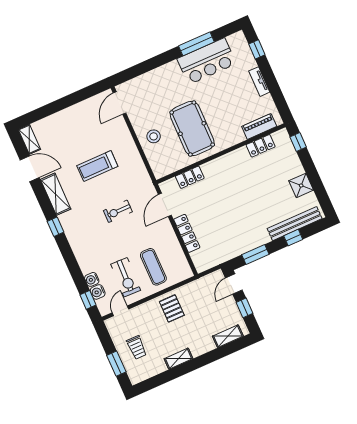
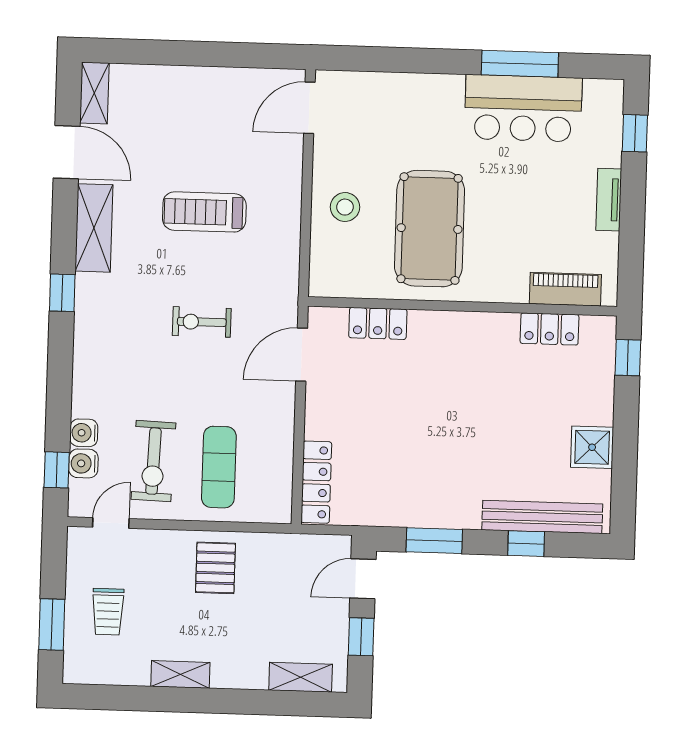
locker: (187, 233) -> (316, 482), moved

